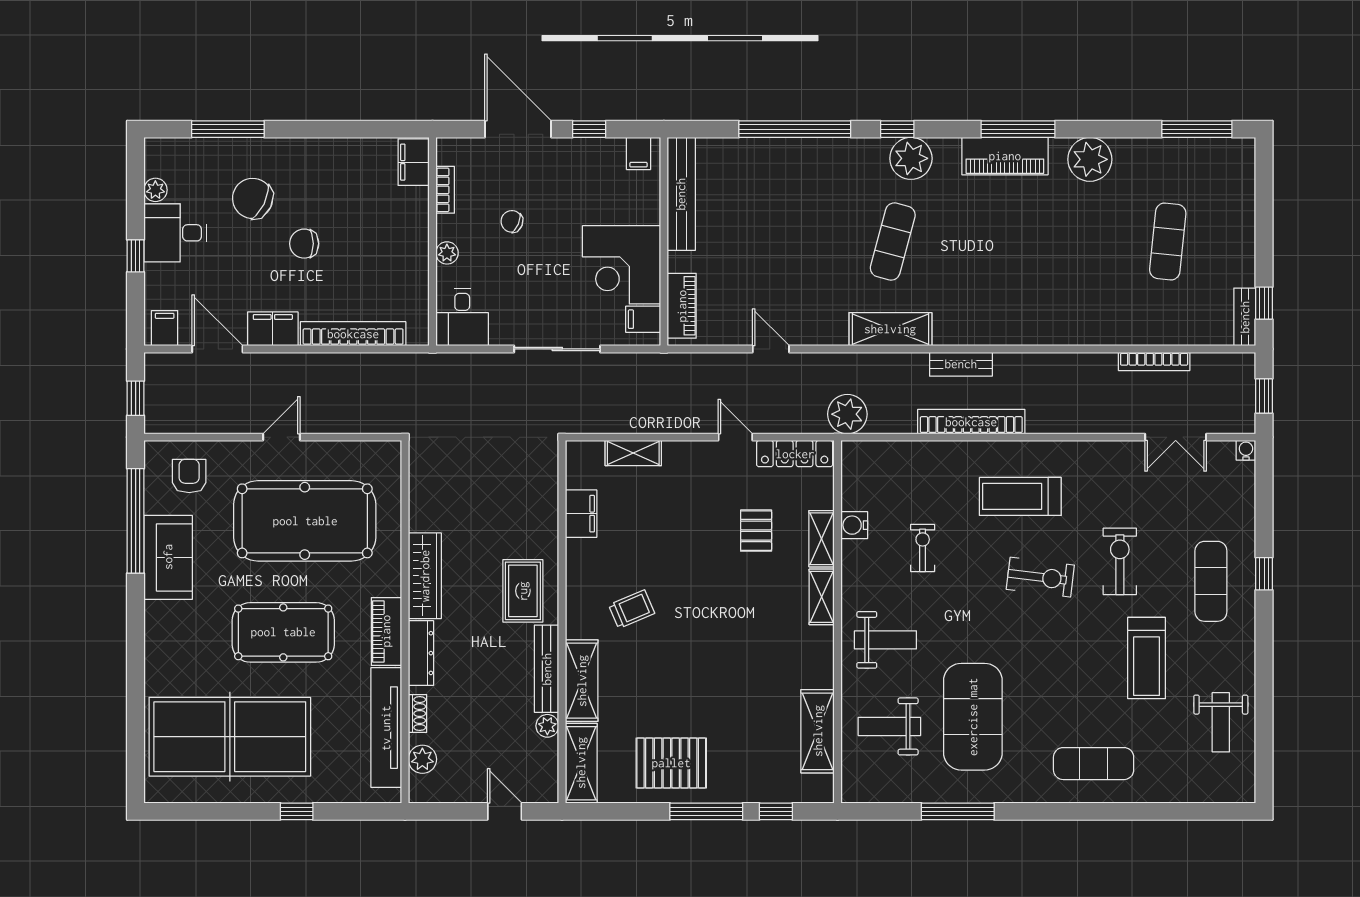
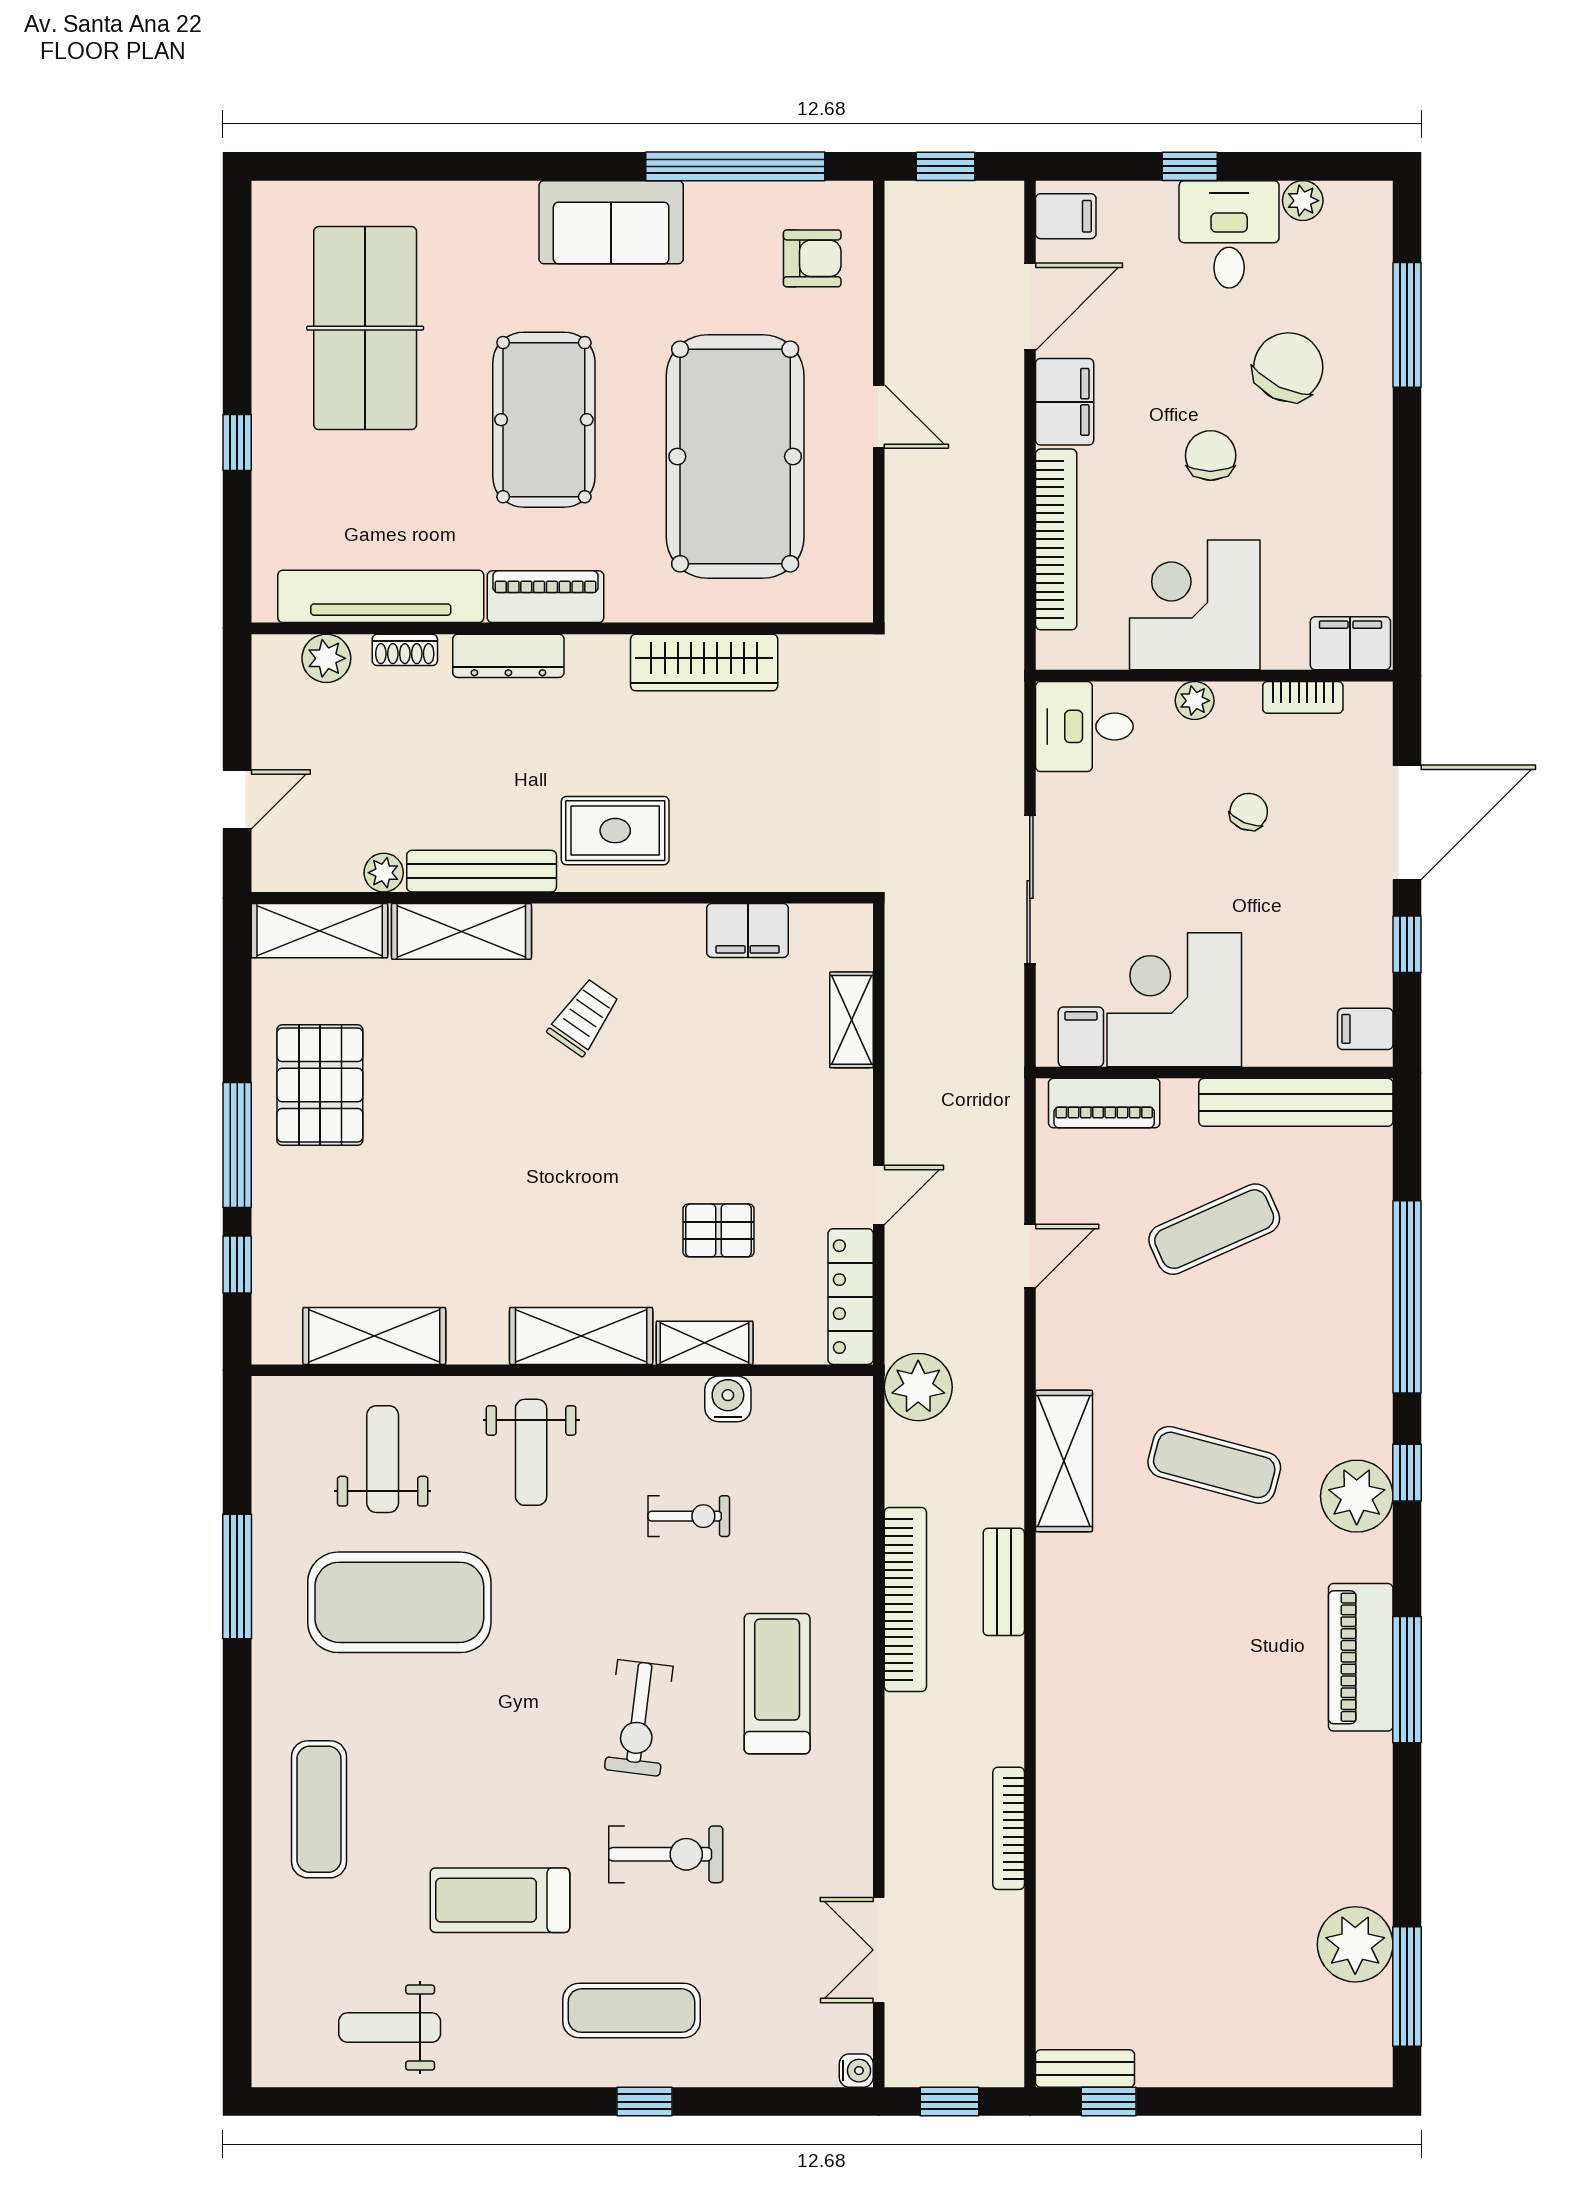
plant: (1090, 159) -> (1355, 1944), moved
exercise mat: (1168, 242) -> (1214, 1229), moved, turned -30
corner desk: (391, 253) -> (1195, 605), added
bookcase: (1154, 361) -> (1009, 1828), moved
sofa: (168, 557) -> (611, 222), moved
wardrobe: (425, 576) -> (704, 662), moved
shelving: (822, 597) -> (581, 1336), width x1.50, depth x1.33
trolley: (632, 609) -> (584, 1017), turned -122
table tennis table: (230, 737) -> (365, 328), width x0.73, depth x0.76

